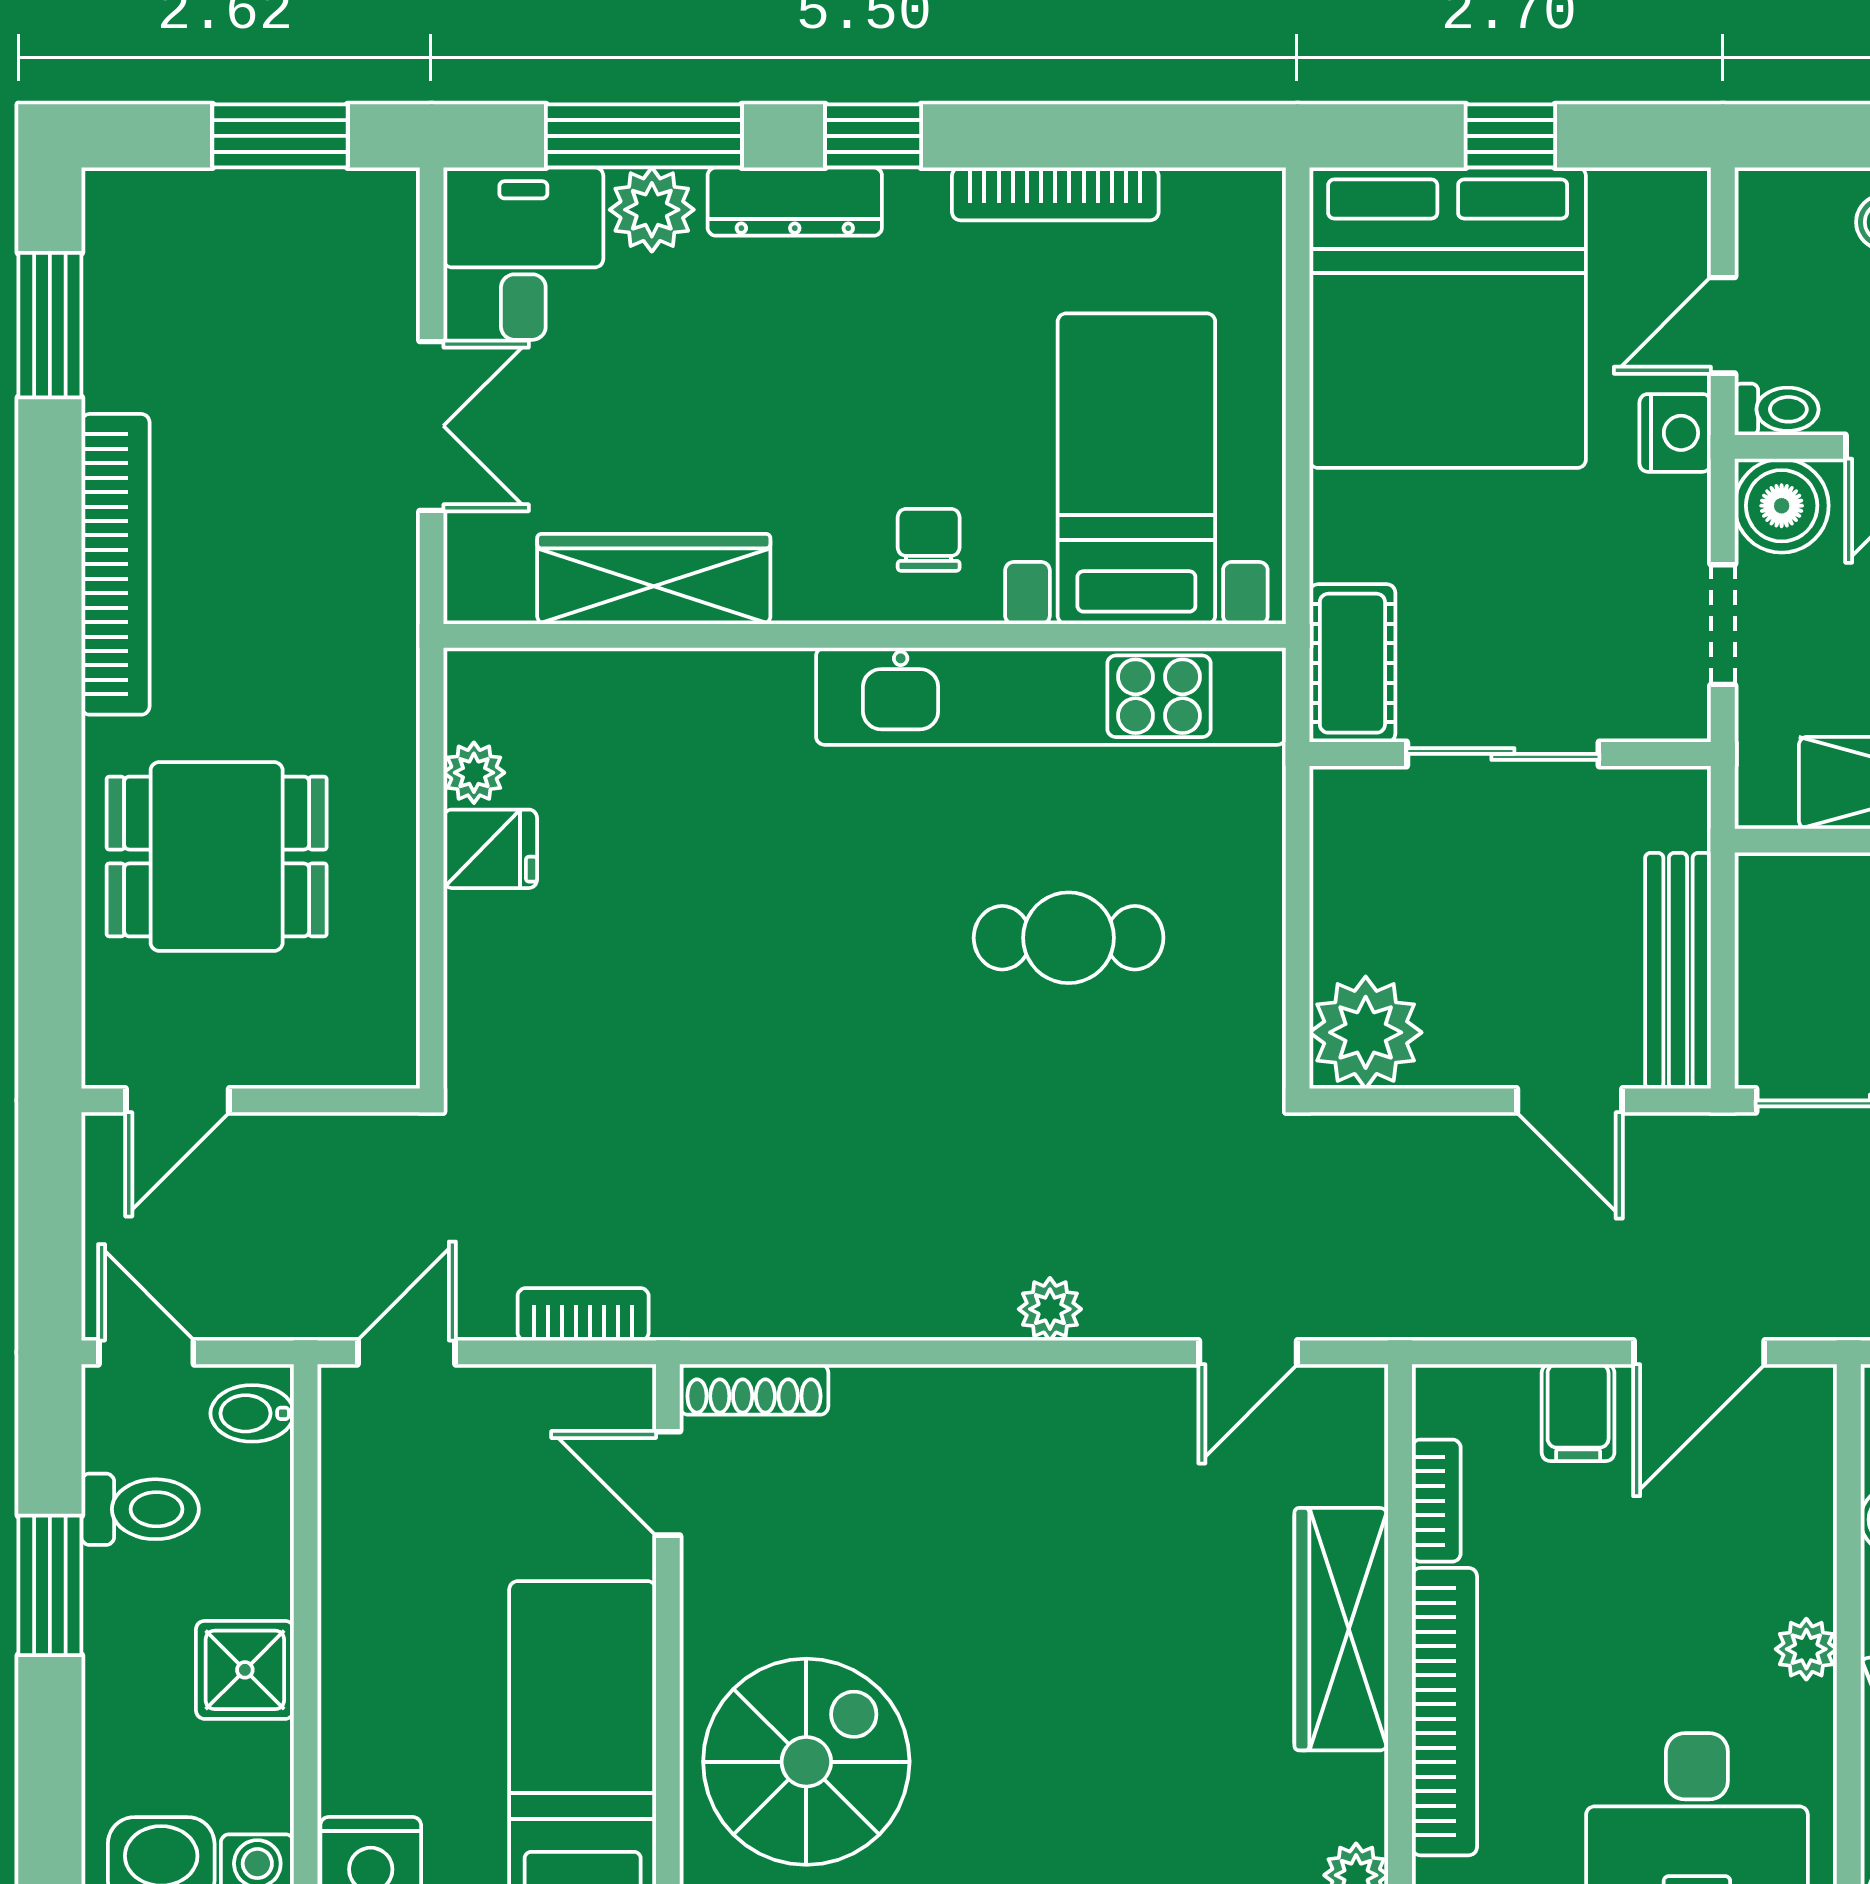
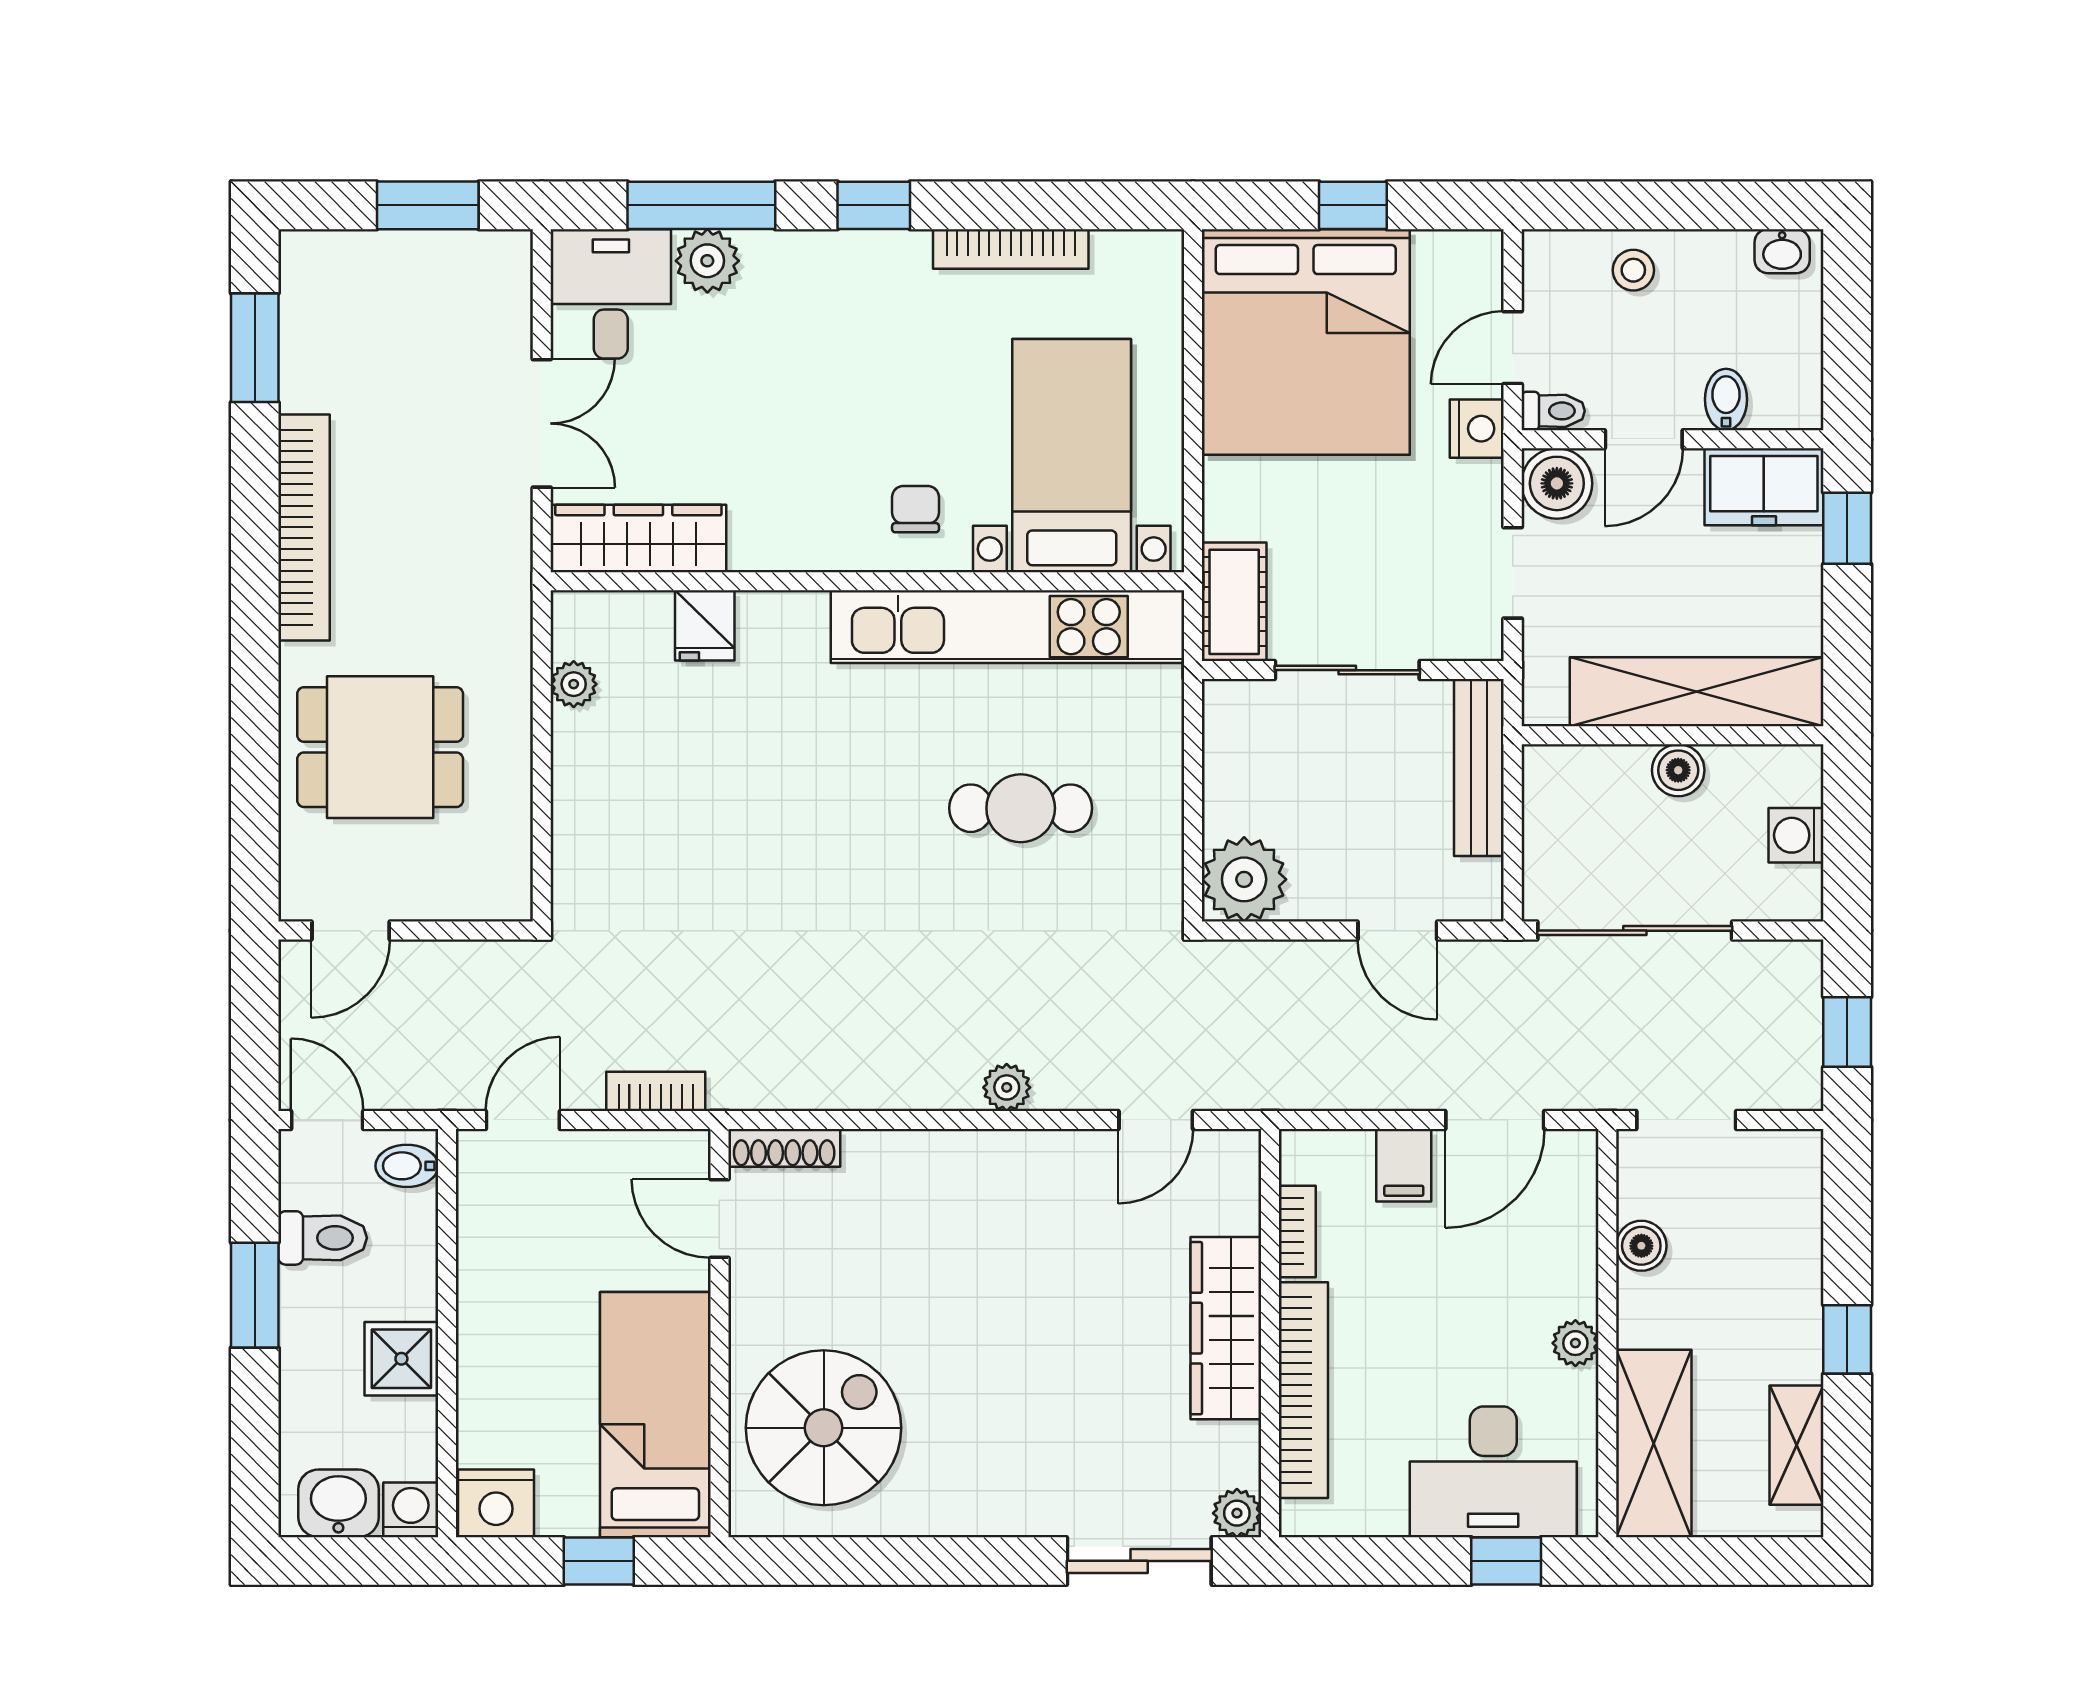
dresser: (795, 202) -> (815, 255), removed
wardrobe: (654, 579) -> (638, 538), moved
fridge: (490, 849) -> (705, 625), moved, turned 90
bench: (1678, 971) -> (1479, 768), moved

